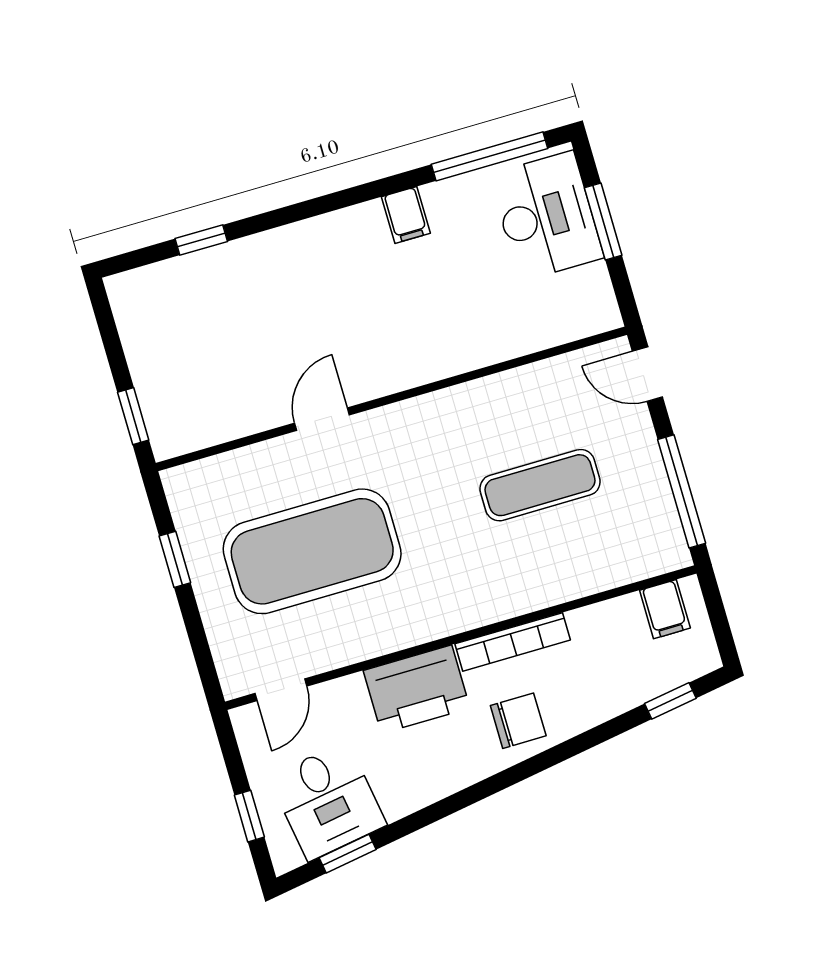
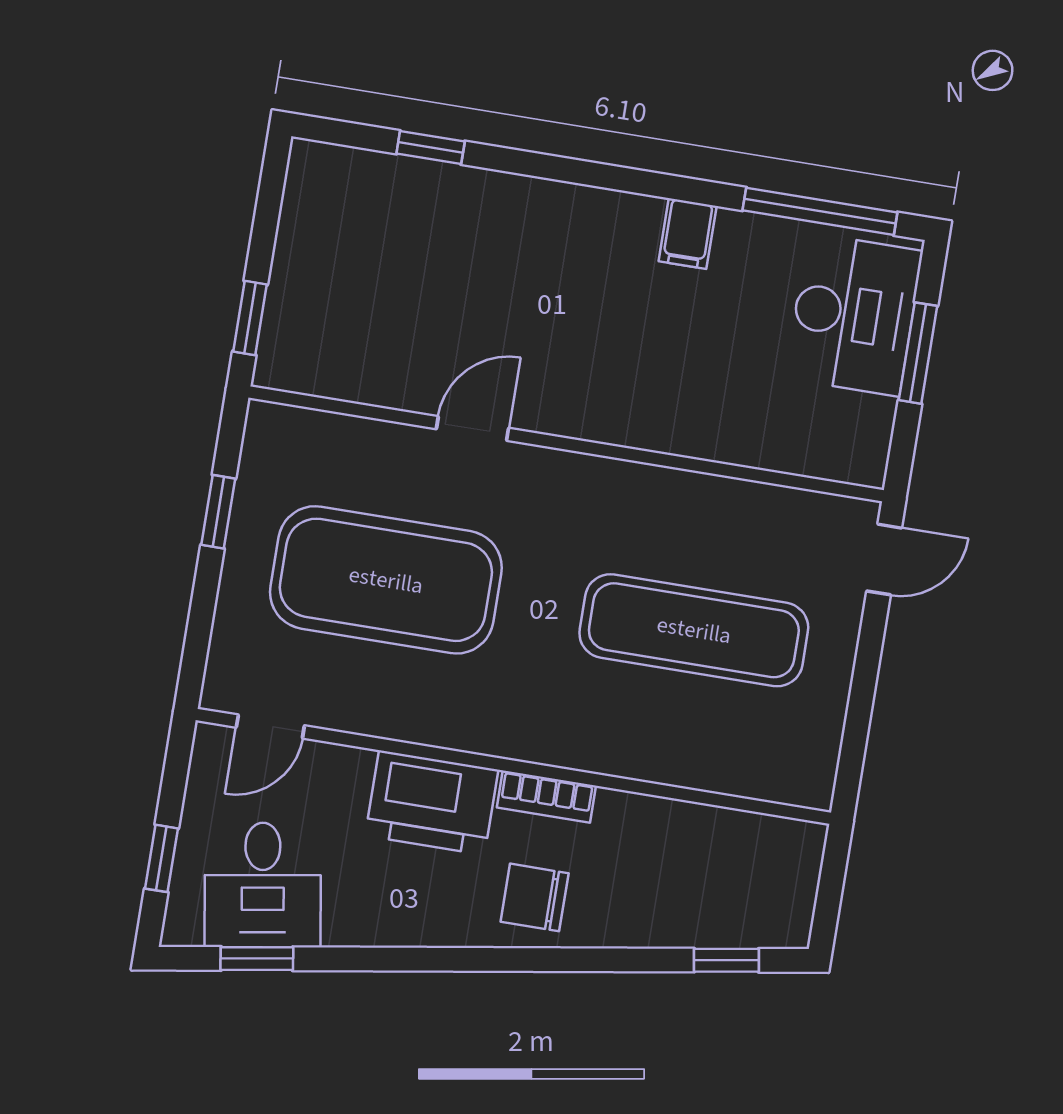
door: (647, 374) -> (884, 559), swing flipped
exercise mat: (540, 485) -> (694, 630), width x1.36, depth x1.45
window: (682, 491) -> (858, 718), removed
filing cabinet: (665, 609) -> (772, 848), removed
bookcase: (513, 642) -> (546, 797), width x0.64
chair: (518, 721) -> (535, 897), turned 180

